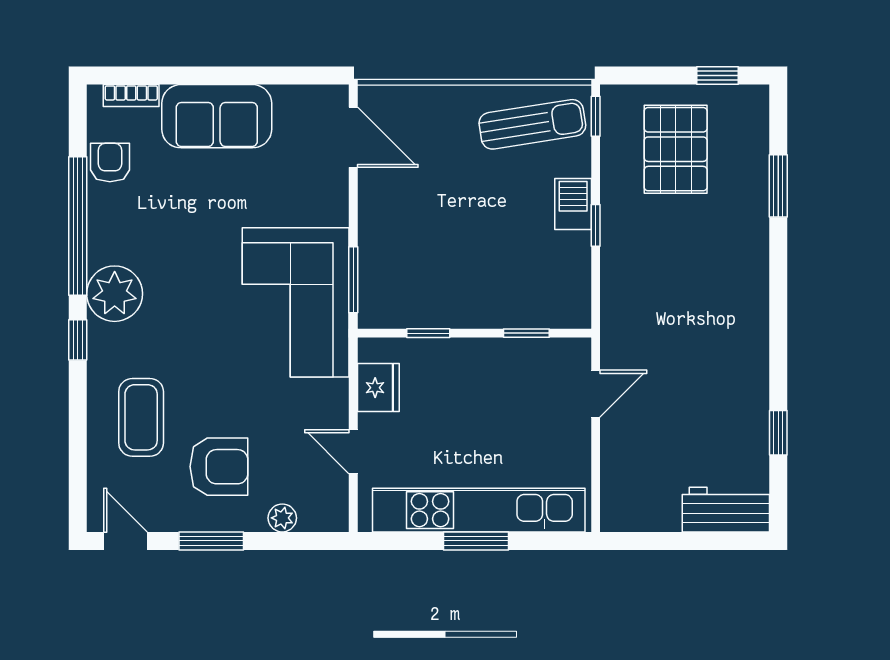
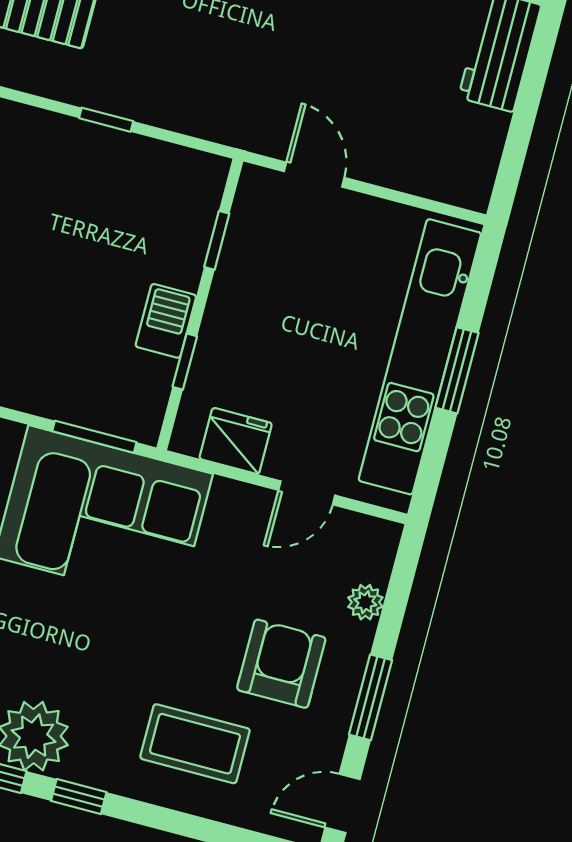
barbecue: (573, 204) -> (166, 321), moved, turned 90

